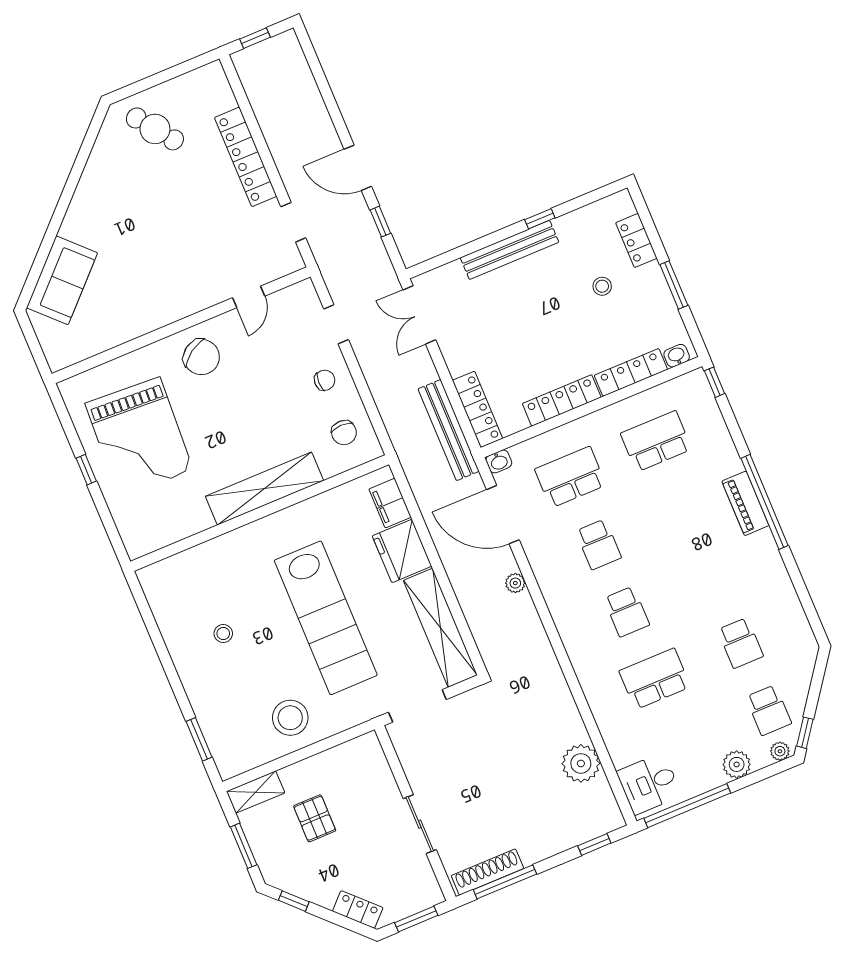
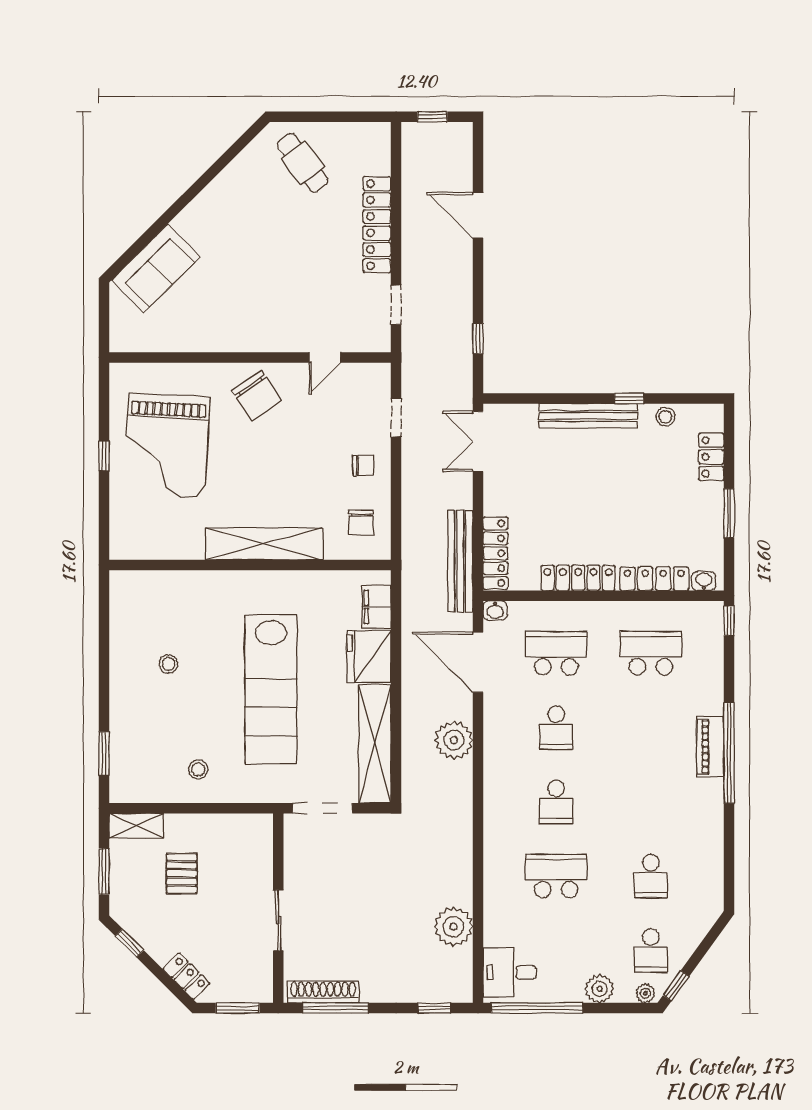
door: (358, 168) -> (478, 215), moved
stool: (602, 286) -> (665, 417), moved
plant: (515, 583) -> (454, 740), width x1.88, depth x1.88
stool: (290, 718) -> (198, 769), width x0.53, depth x0.53

